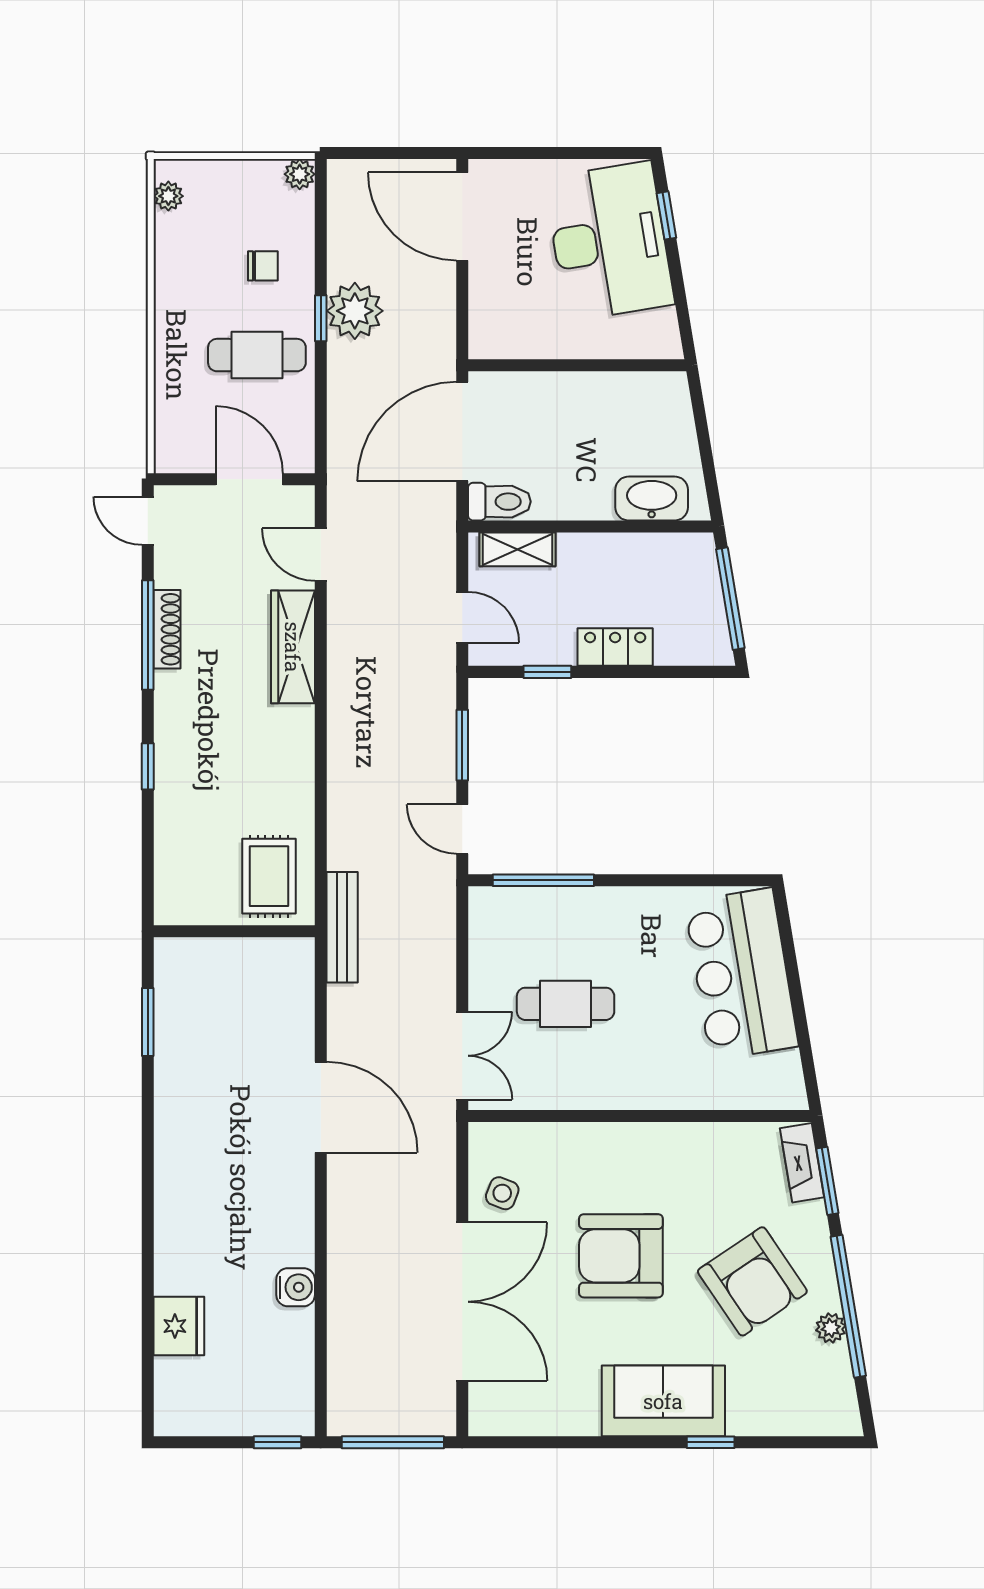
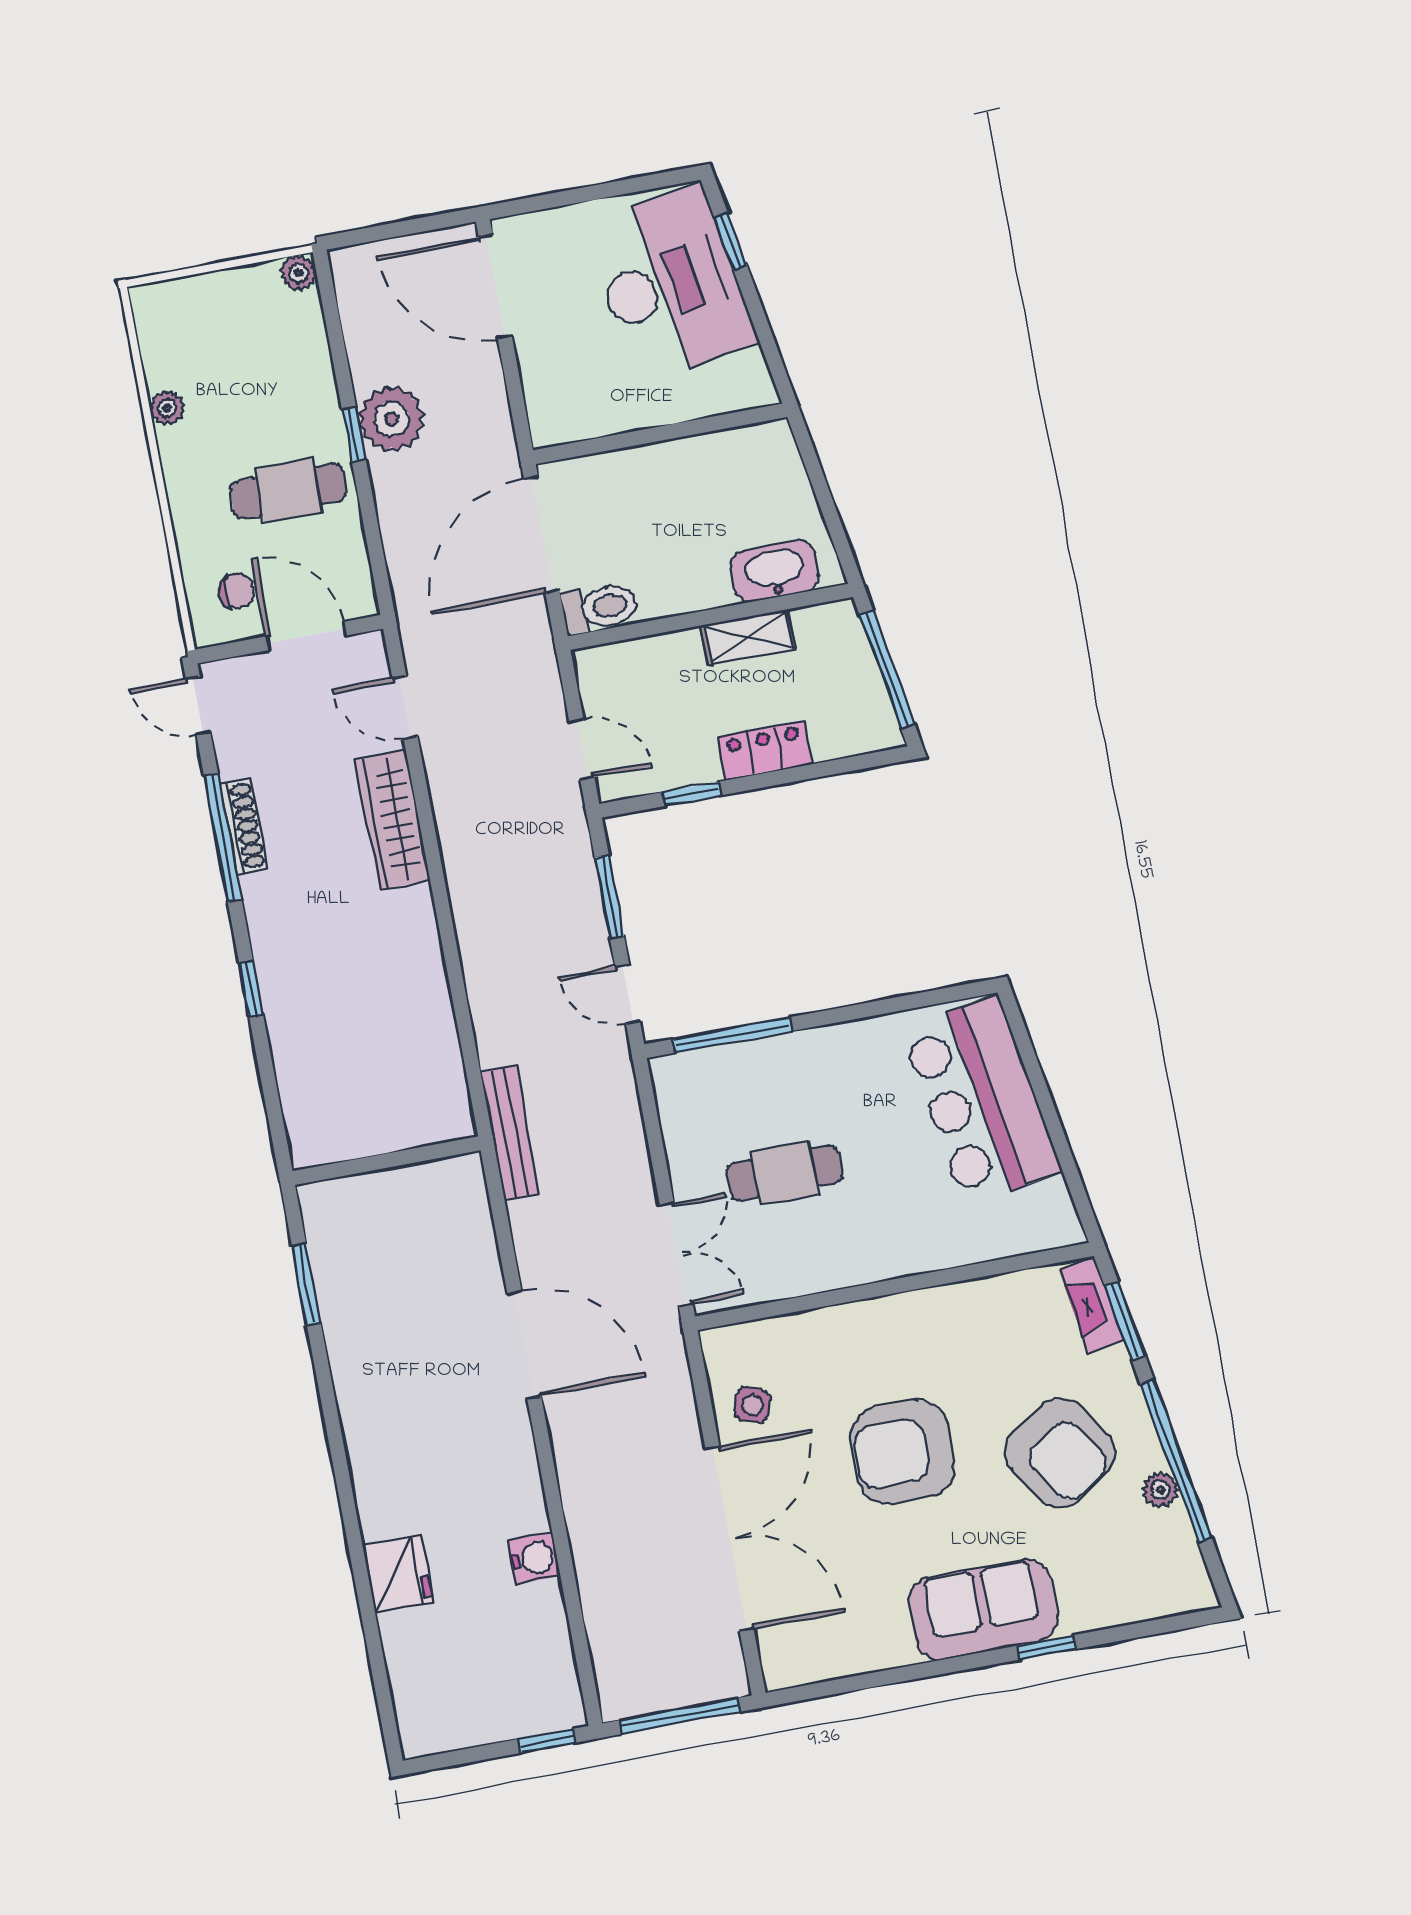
plant: (168, 196) -> (167, 408), moved
chair: (263, 266) -> (236, 591), moved
shelving: (518, 549) -> (748, 637), moved
rug: (269, 876) -> (415, 1090), removed
fridge: (179, 1326) -> (398, 1573), moved

